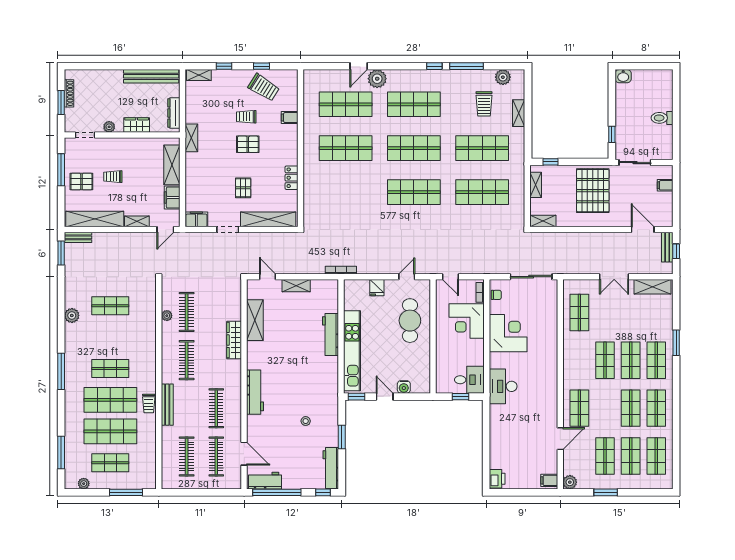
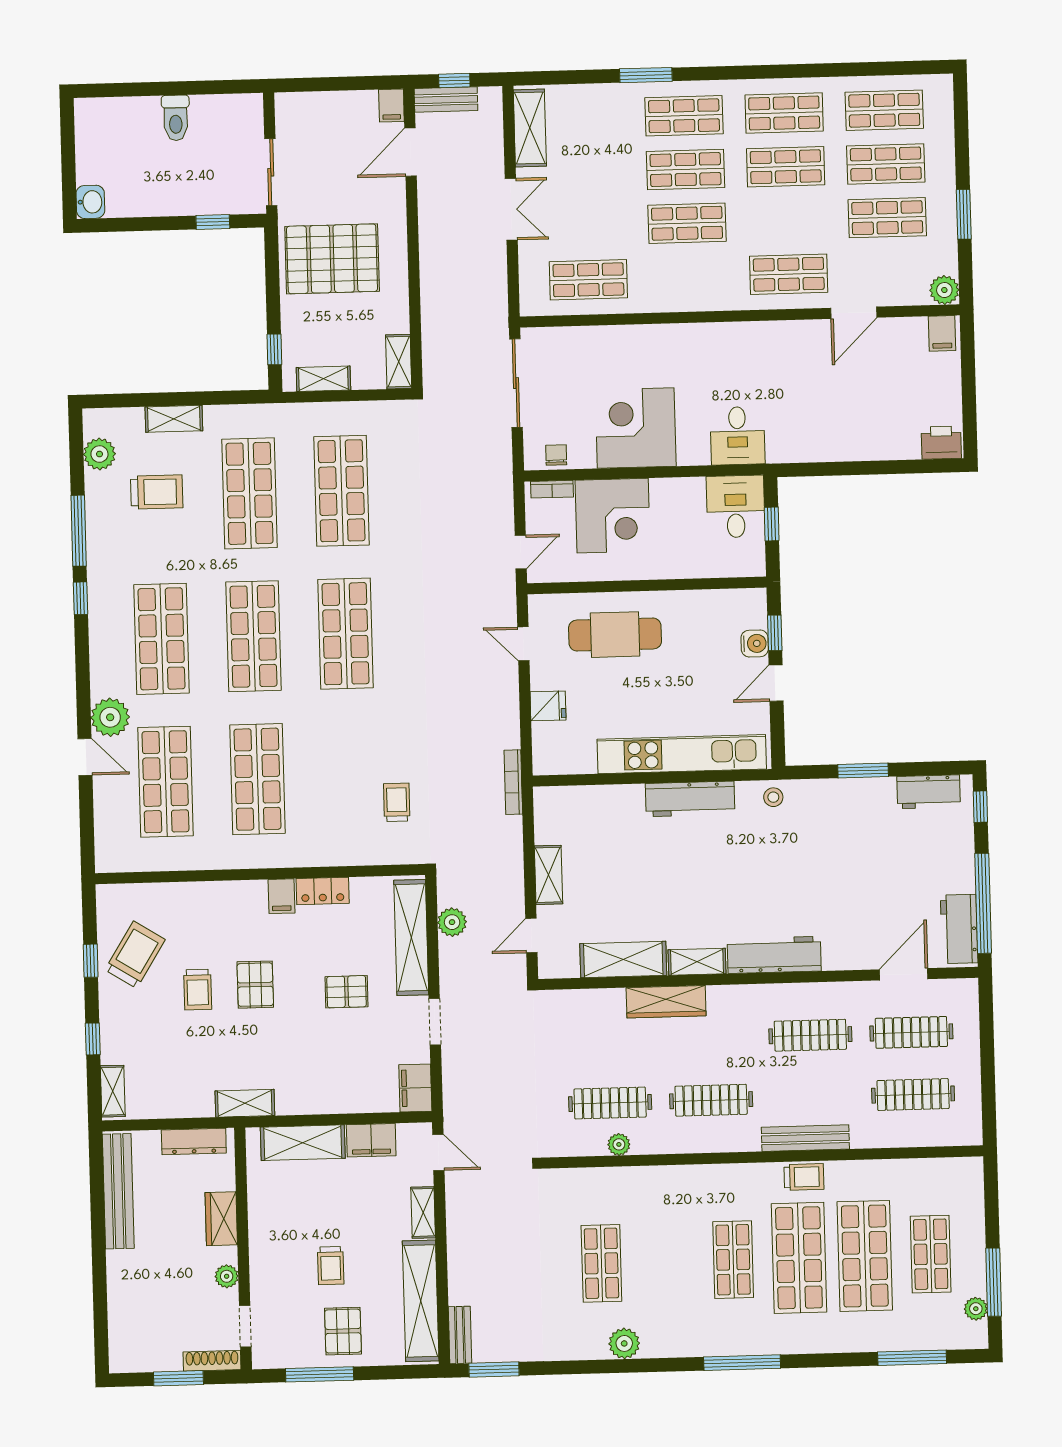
shoe rack: (69, 93) -> (212, 1361), moved
filing cabinet: (290, 118) -> (281, 896), moved
filing cabinet: (665, 185) -> (391, 105), moved
trolley: (333, 214) -> (397, 802), added
plant: (275, 239) -> (452, 922), added
workbench: (331, 334) -> (690, 799), moved
shelving: (253, 355) -> (697, 962), added
desk: (503, 386) -> (737, 436), width x0.73
window: (356, 397) -> (775, 633), moved
stool: (306, 421) -> (773, 797), moved
door: (560, 439) -> (854, 313), swing flipped
workbench: (331, 468) -> (929, 792), width x0.73
window: (126, 492) -> (994, 1282), moved

